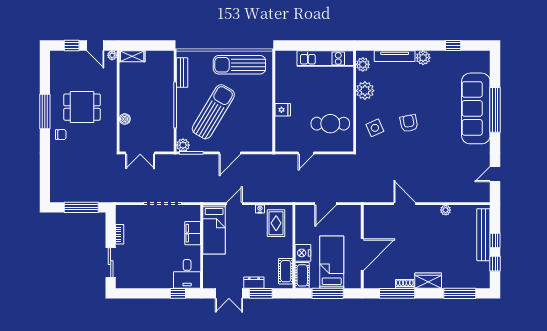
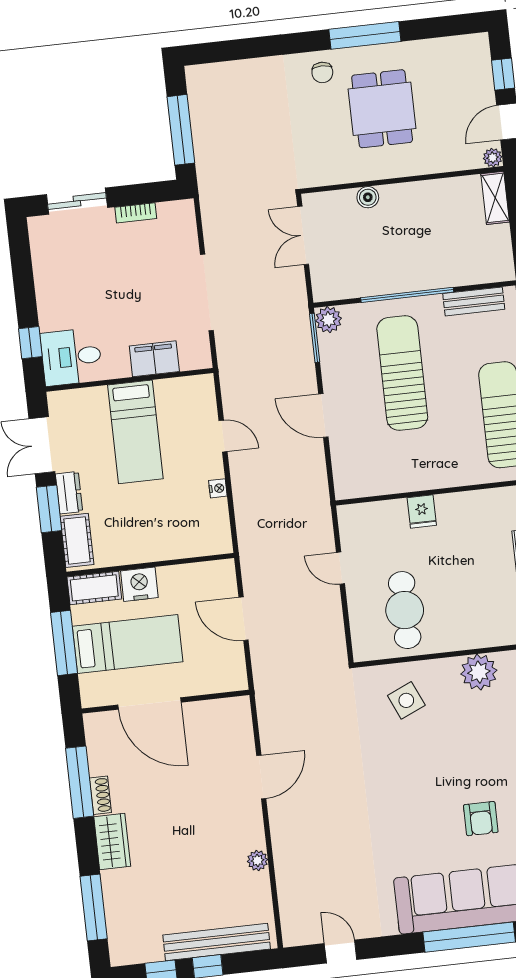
sun lounger: (213, 112) -> (402, 373), turned -121
armchair: (409, 123) -> (481, 819), moved, turned 101
rug: (276, 223) -> (193, 524), removed
bed: (214, 229) -> (135, 432), moved, turned -90
cot: (286, 271) -> (77, 540), moved, turned 90

